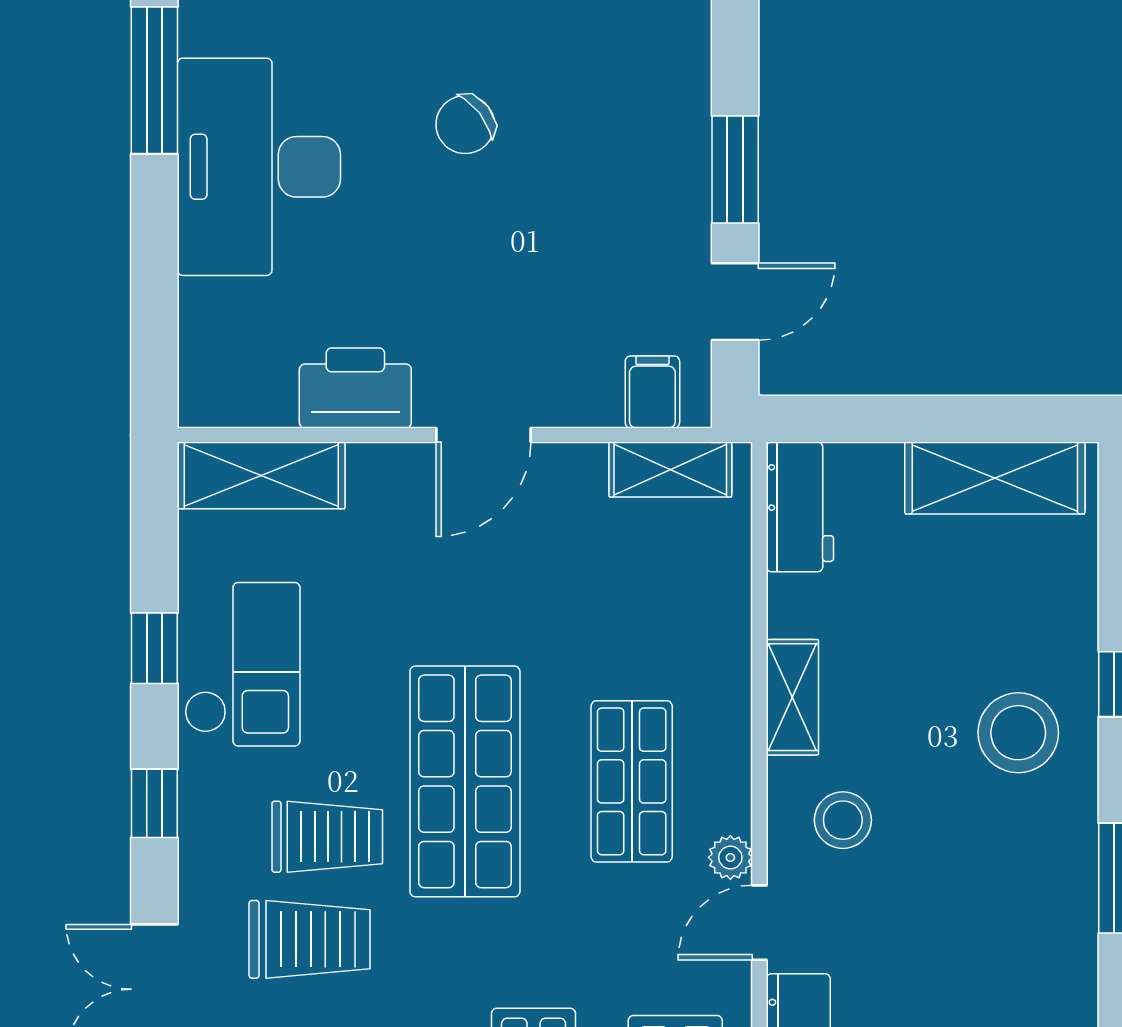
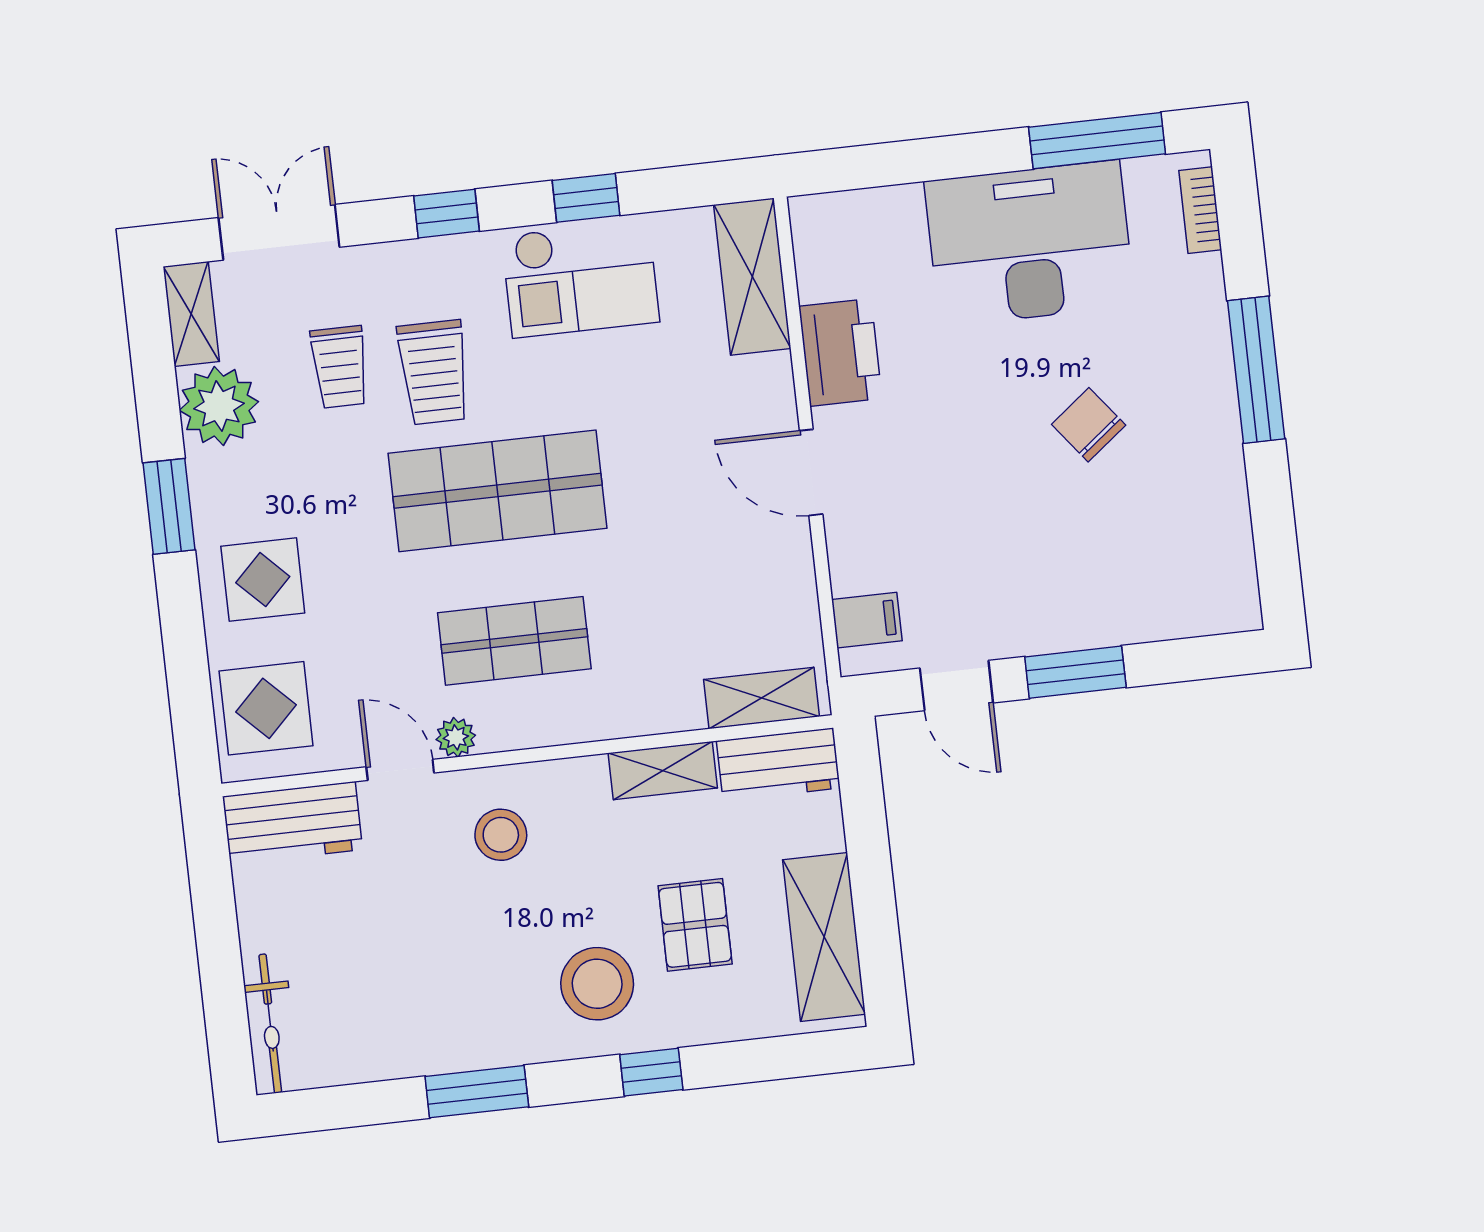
shelving: (670, 470) -> (761, 698), moved, turned 90
pallet: (966, 618) -> (695, 925), added
shelving: (792, 697) -> (663, 771), moved
trolley: (310, 939) -> (340, 367), width x0.73, depth x0.72

